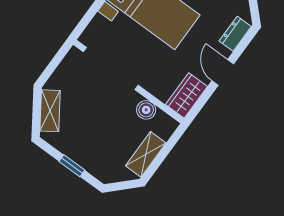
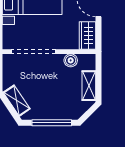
window: (72, 166) -> (52, 123), width x2.17

